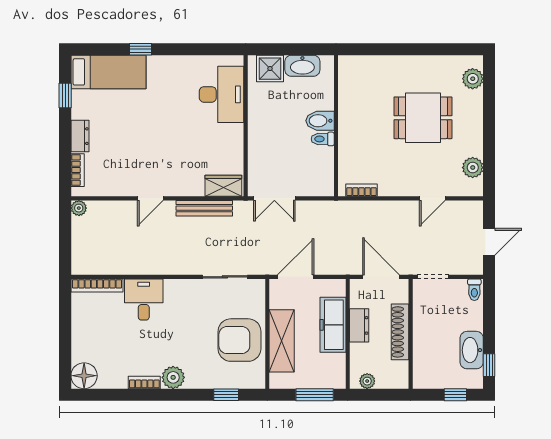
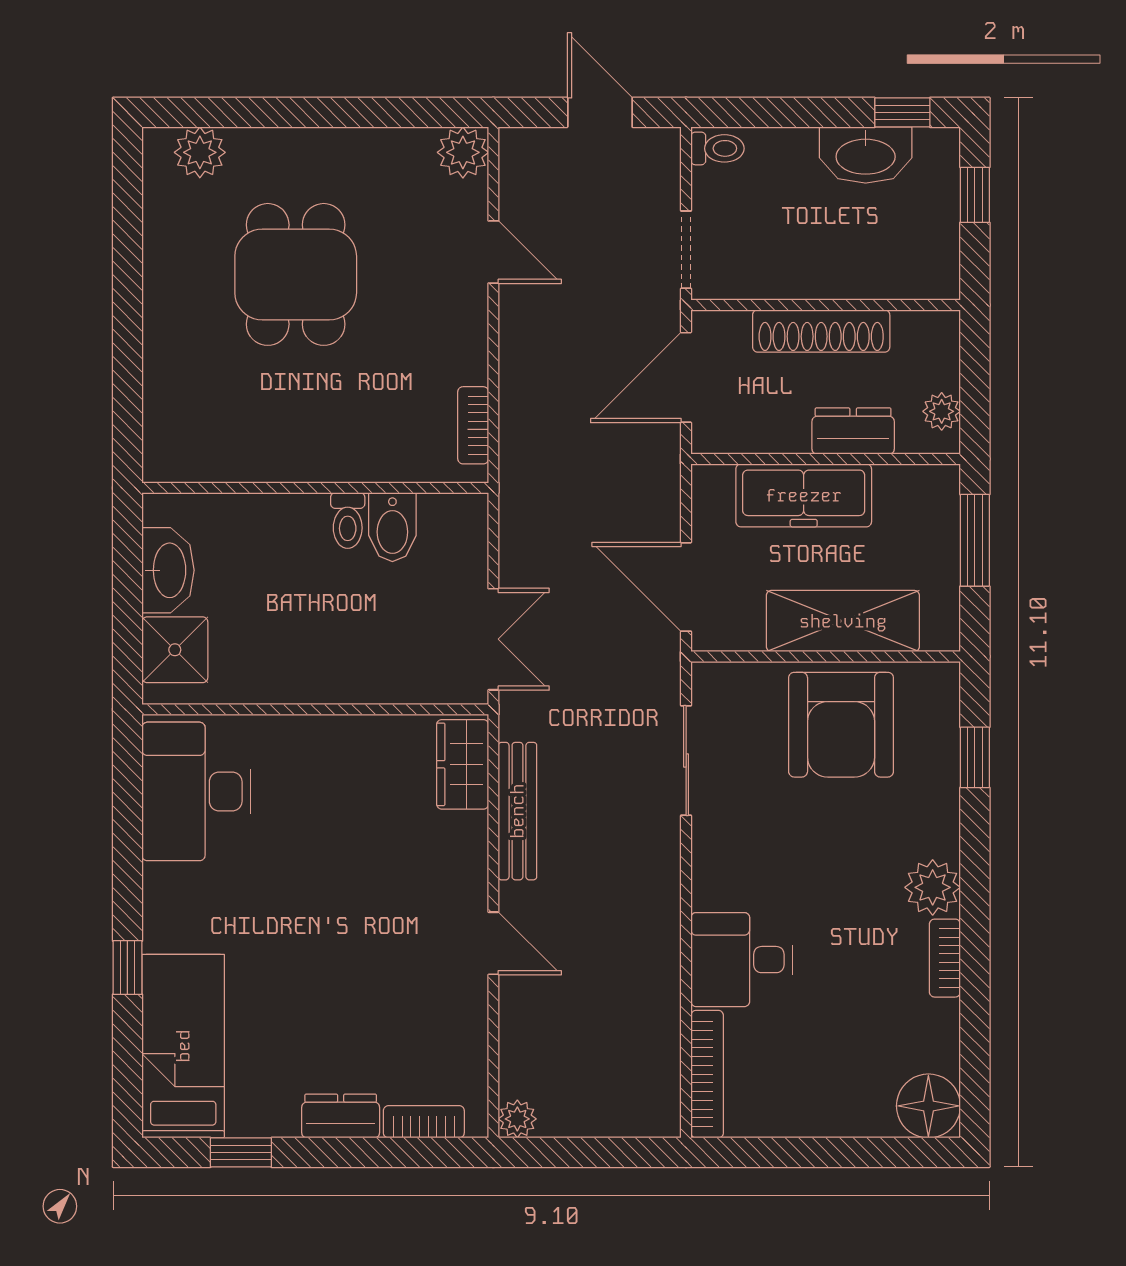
desk: (222, 94) -> (196, 791), moved, turned -90
bidet: (320, 121) -> (392, 527), moved
plant: (473, 168) -> (463, 152), moved
dresser: (359, 325) -> (853, 431), moved

